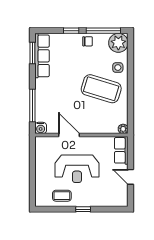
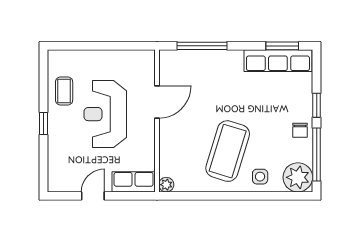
water cooler: (41, 128) -> (168, 59), removed

